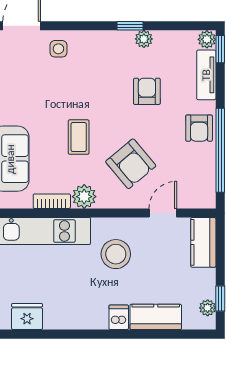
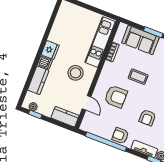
armchair: (147, 91) -> (147, 118), turned 90
armchair: (131, 164) -> (116, 97), turned -140
plant: (84, 197) -> (109, 68), removed
fridge: (27, 317) -> (50, 50), moved

